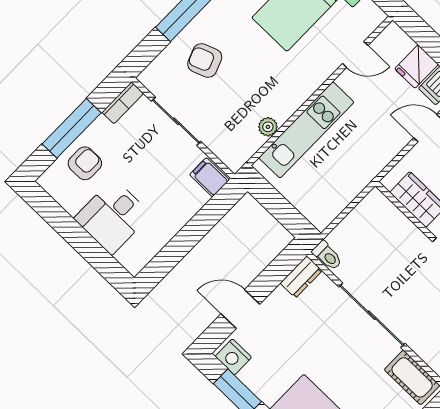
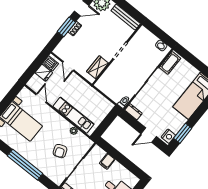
armchair: (205, 60) -> (60, 151), moved
filing cabinet: (209, 177) -> (107, 161), moved
door: (240, 309) -> (149, 135), hinge flipped

